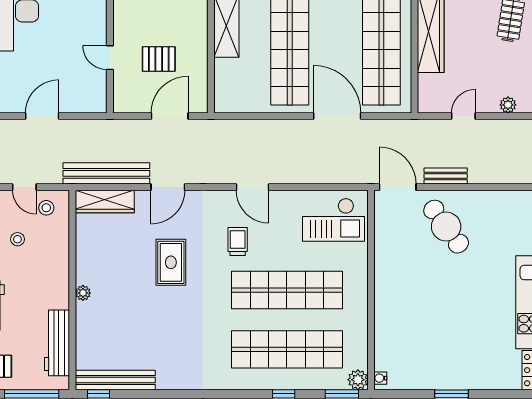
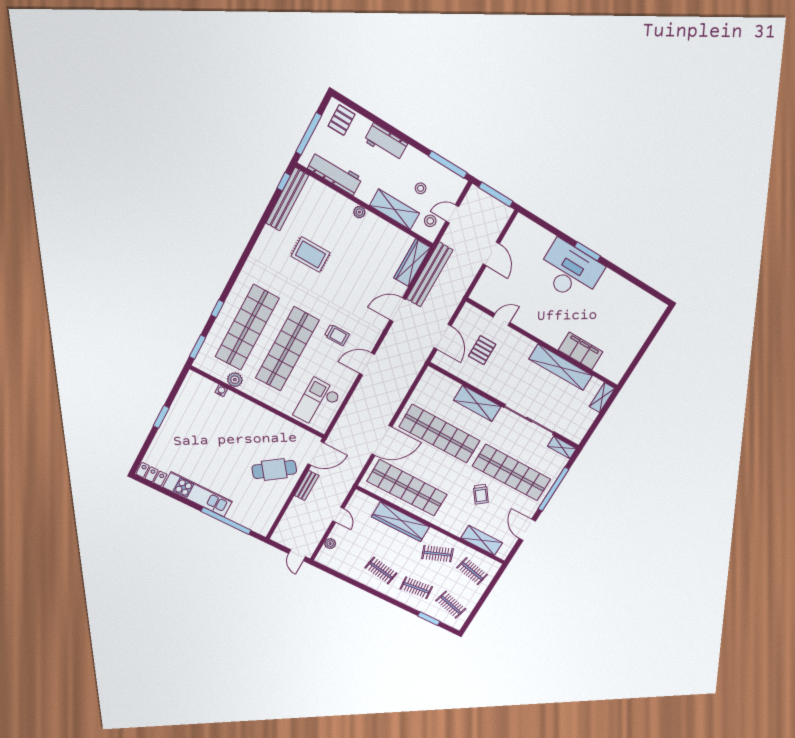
door: (168, 187) -> (398, 310), hinge flipped
shelving: (57, 255) -> (395, 209), added
rug: (171, 262) -> (311, 254), moved
water cooler: (380, 378) -> (221, 391), moved
plant: (358, 380) -> (235, 380), moved

